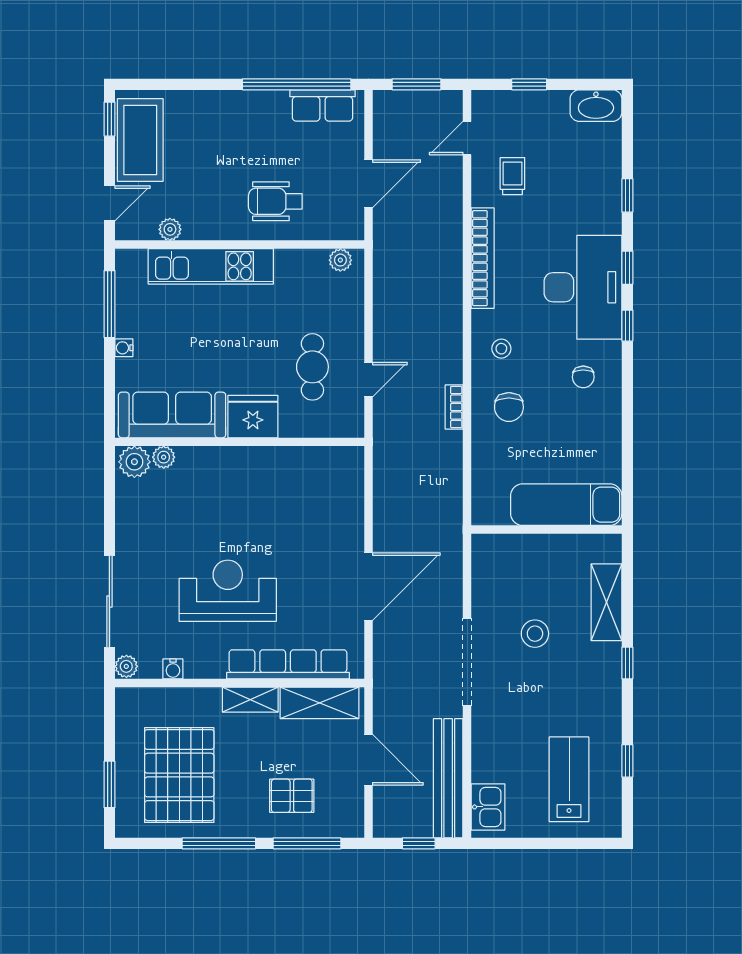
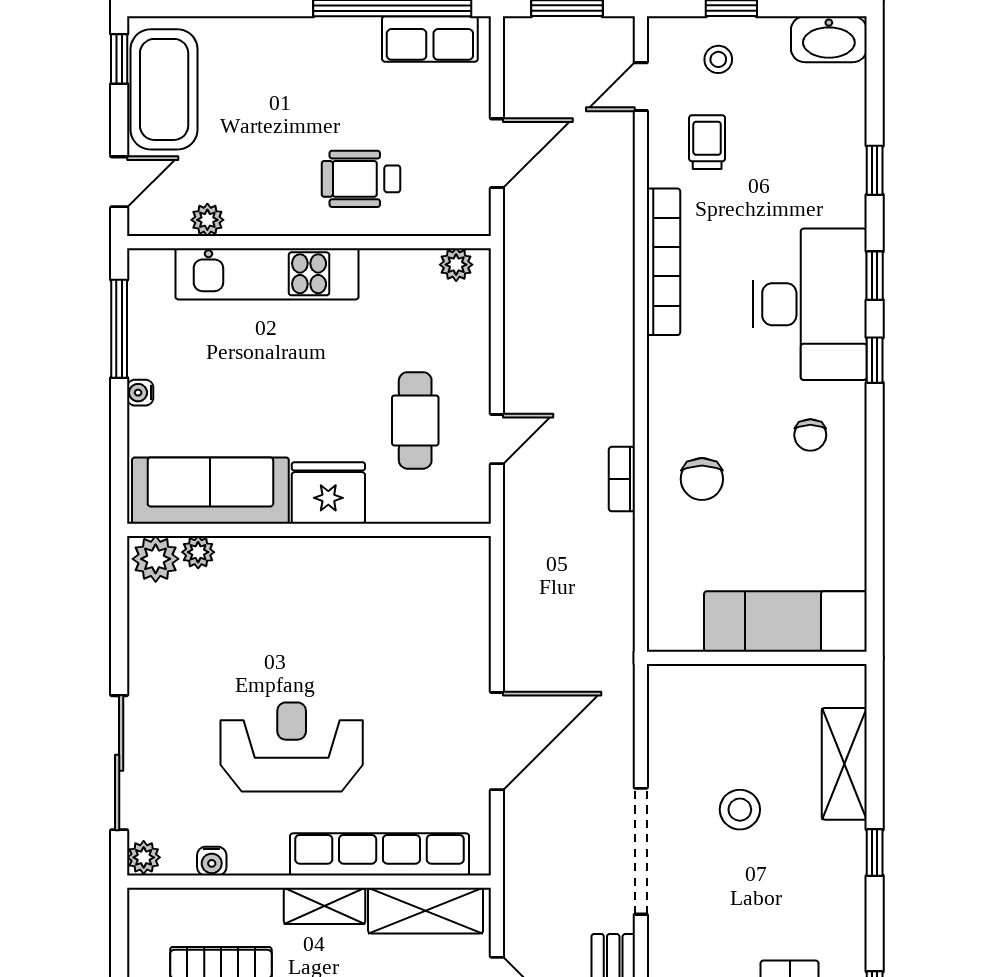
stool: (501, 349) -> (718, 59), moved

